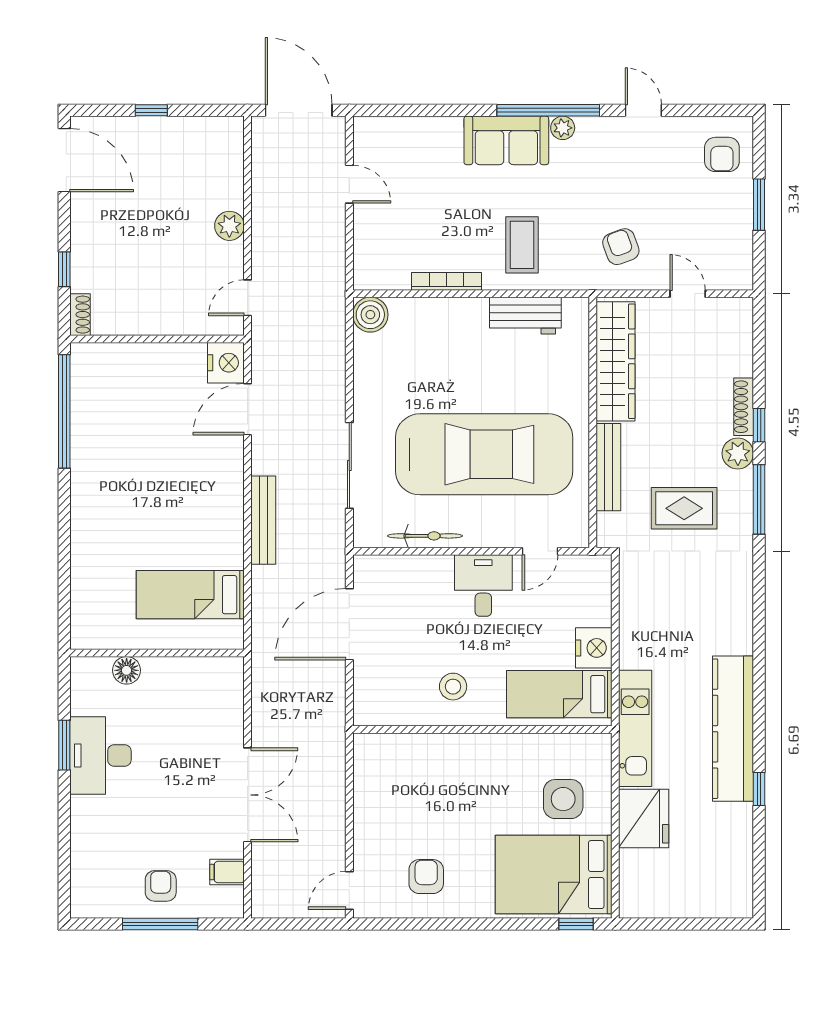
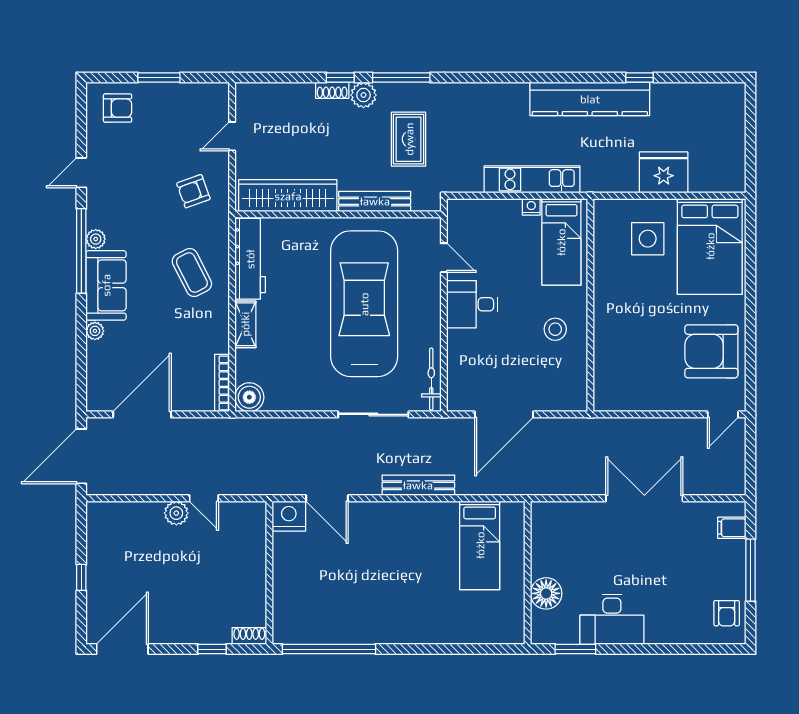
plant: (451, 127) -> (95, 331), added
door: (349, 184) -> (142, 414), width x1.87
coffee table: (522, 245) -> (192, 273), turned 63
bookcase: (447, 281) -> (222, 383), moved
door: (248, 298) -> (204, 498), moved
shelving: (459, 310) -> (245, 324), added
workbench: (525, 316) -> (250, 259), width x1.38
shoe rack: (744, 407) -> (332, 90), width x0.70
bicycle: (425, 536) -> (431, 379), moved
door: (349, 624) -> (504, 414), hinge flipped
nightstand: (594, 648) -> (531, 207), width x0.53, depth x0.56
floor lamp: (127, 670) -> (546, 593), width x1.38, depth x1.38
kitchen unit: (635, 728) -> (532, 179), moved
window: (64, 745) -> (575, 649), moved
filing cabinet: (227, 872) -> (732, 528), moved, turned 90
armchair: (426, 877) -> (711, 351), width x1.88, depth x1.88
armchair: (161, 886) -> (727, 613), moved, turned -90
door: (349, 890) -> (723, 414), hinge flipped
window: (576, 924) -> (751, 228), removed

